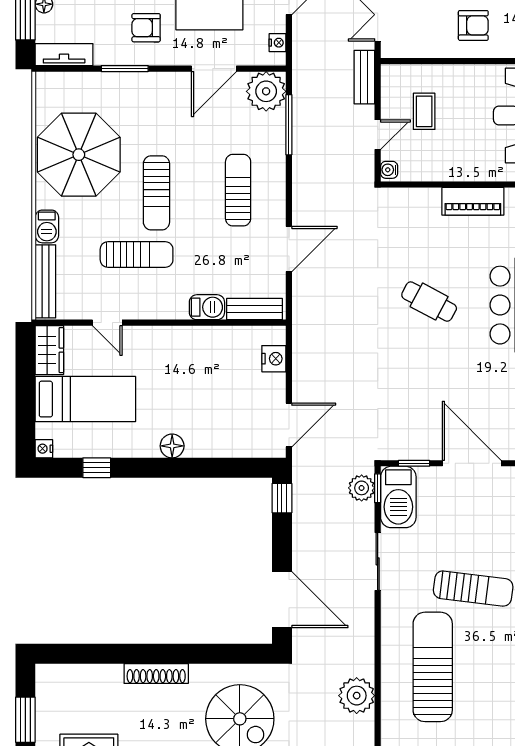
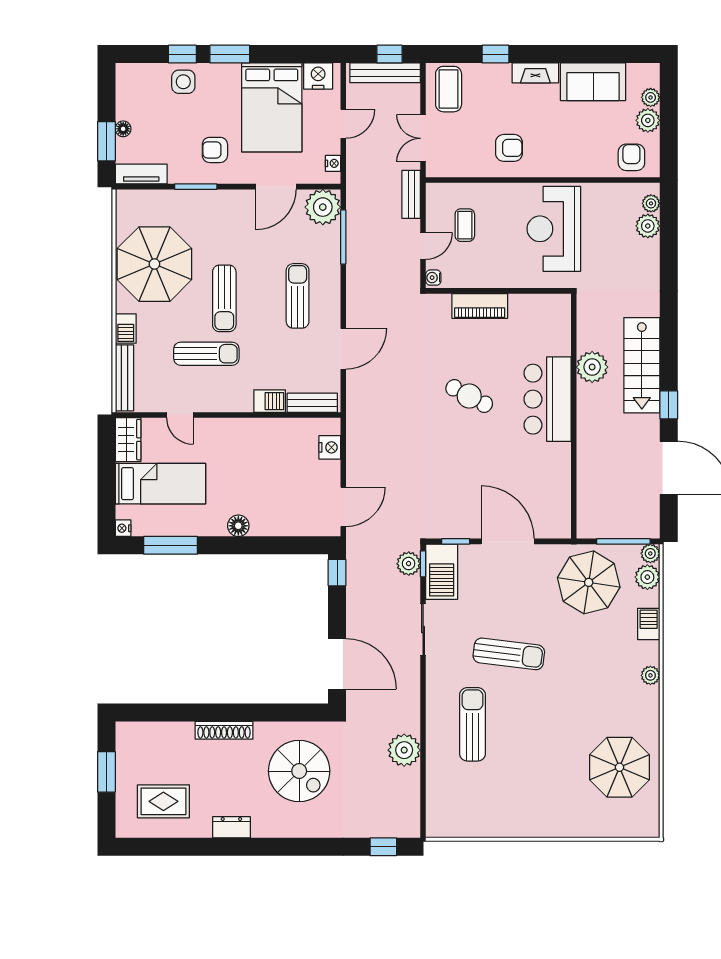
piano: (473, 201) -> (480, 306), moved
window: (97, 468) -> (171, 545), width x2.17
sun lounger: (433, 667) -> (472, 724), width x0.73, depth x0.75

